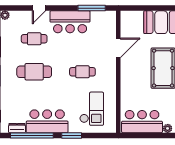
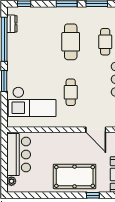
checkout: (92, 109) -> (32, 102), width x1.36, depth x1.21
bar counter: (47, 121) -> (19, 55), removed

